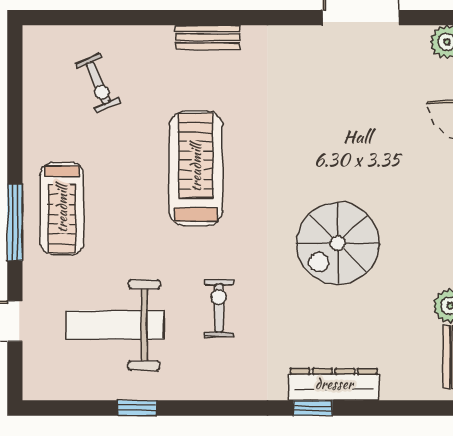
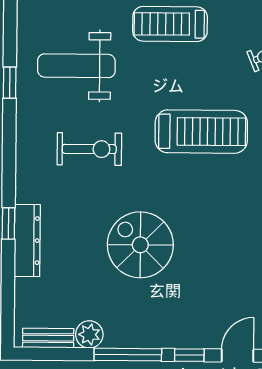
exercise bike: (219, 308) -> (89, 149), width x1.38, depth x1.39
weight bench: (115, 325) -> (76, 66), turned -90

